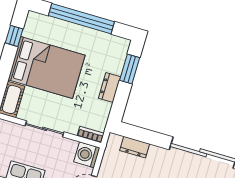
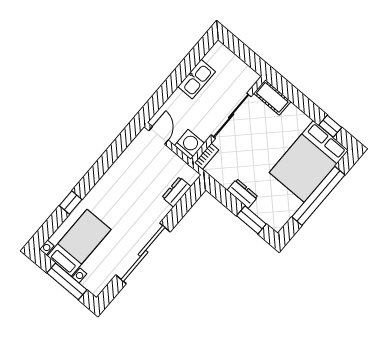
bed: (47, 67) -> (309, 161), moved
sliding door: (45, 129) -> (231, 116), width x1.37

